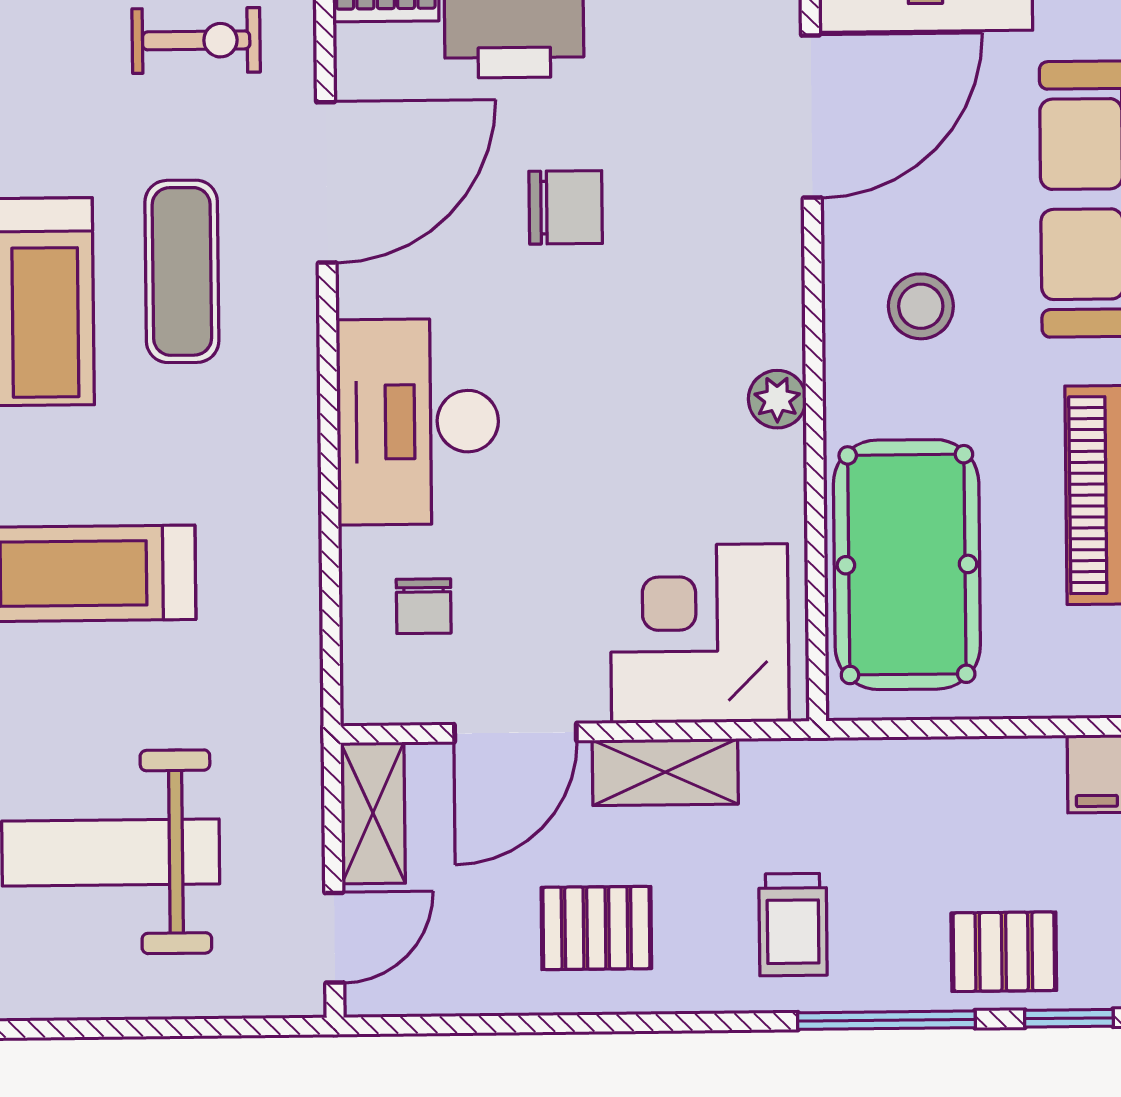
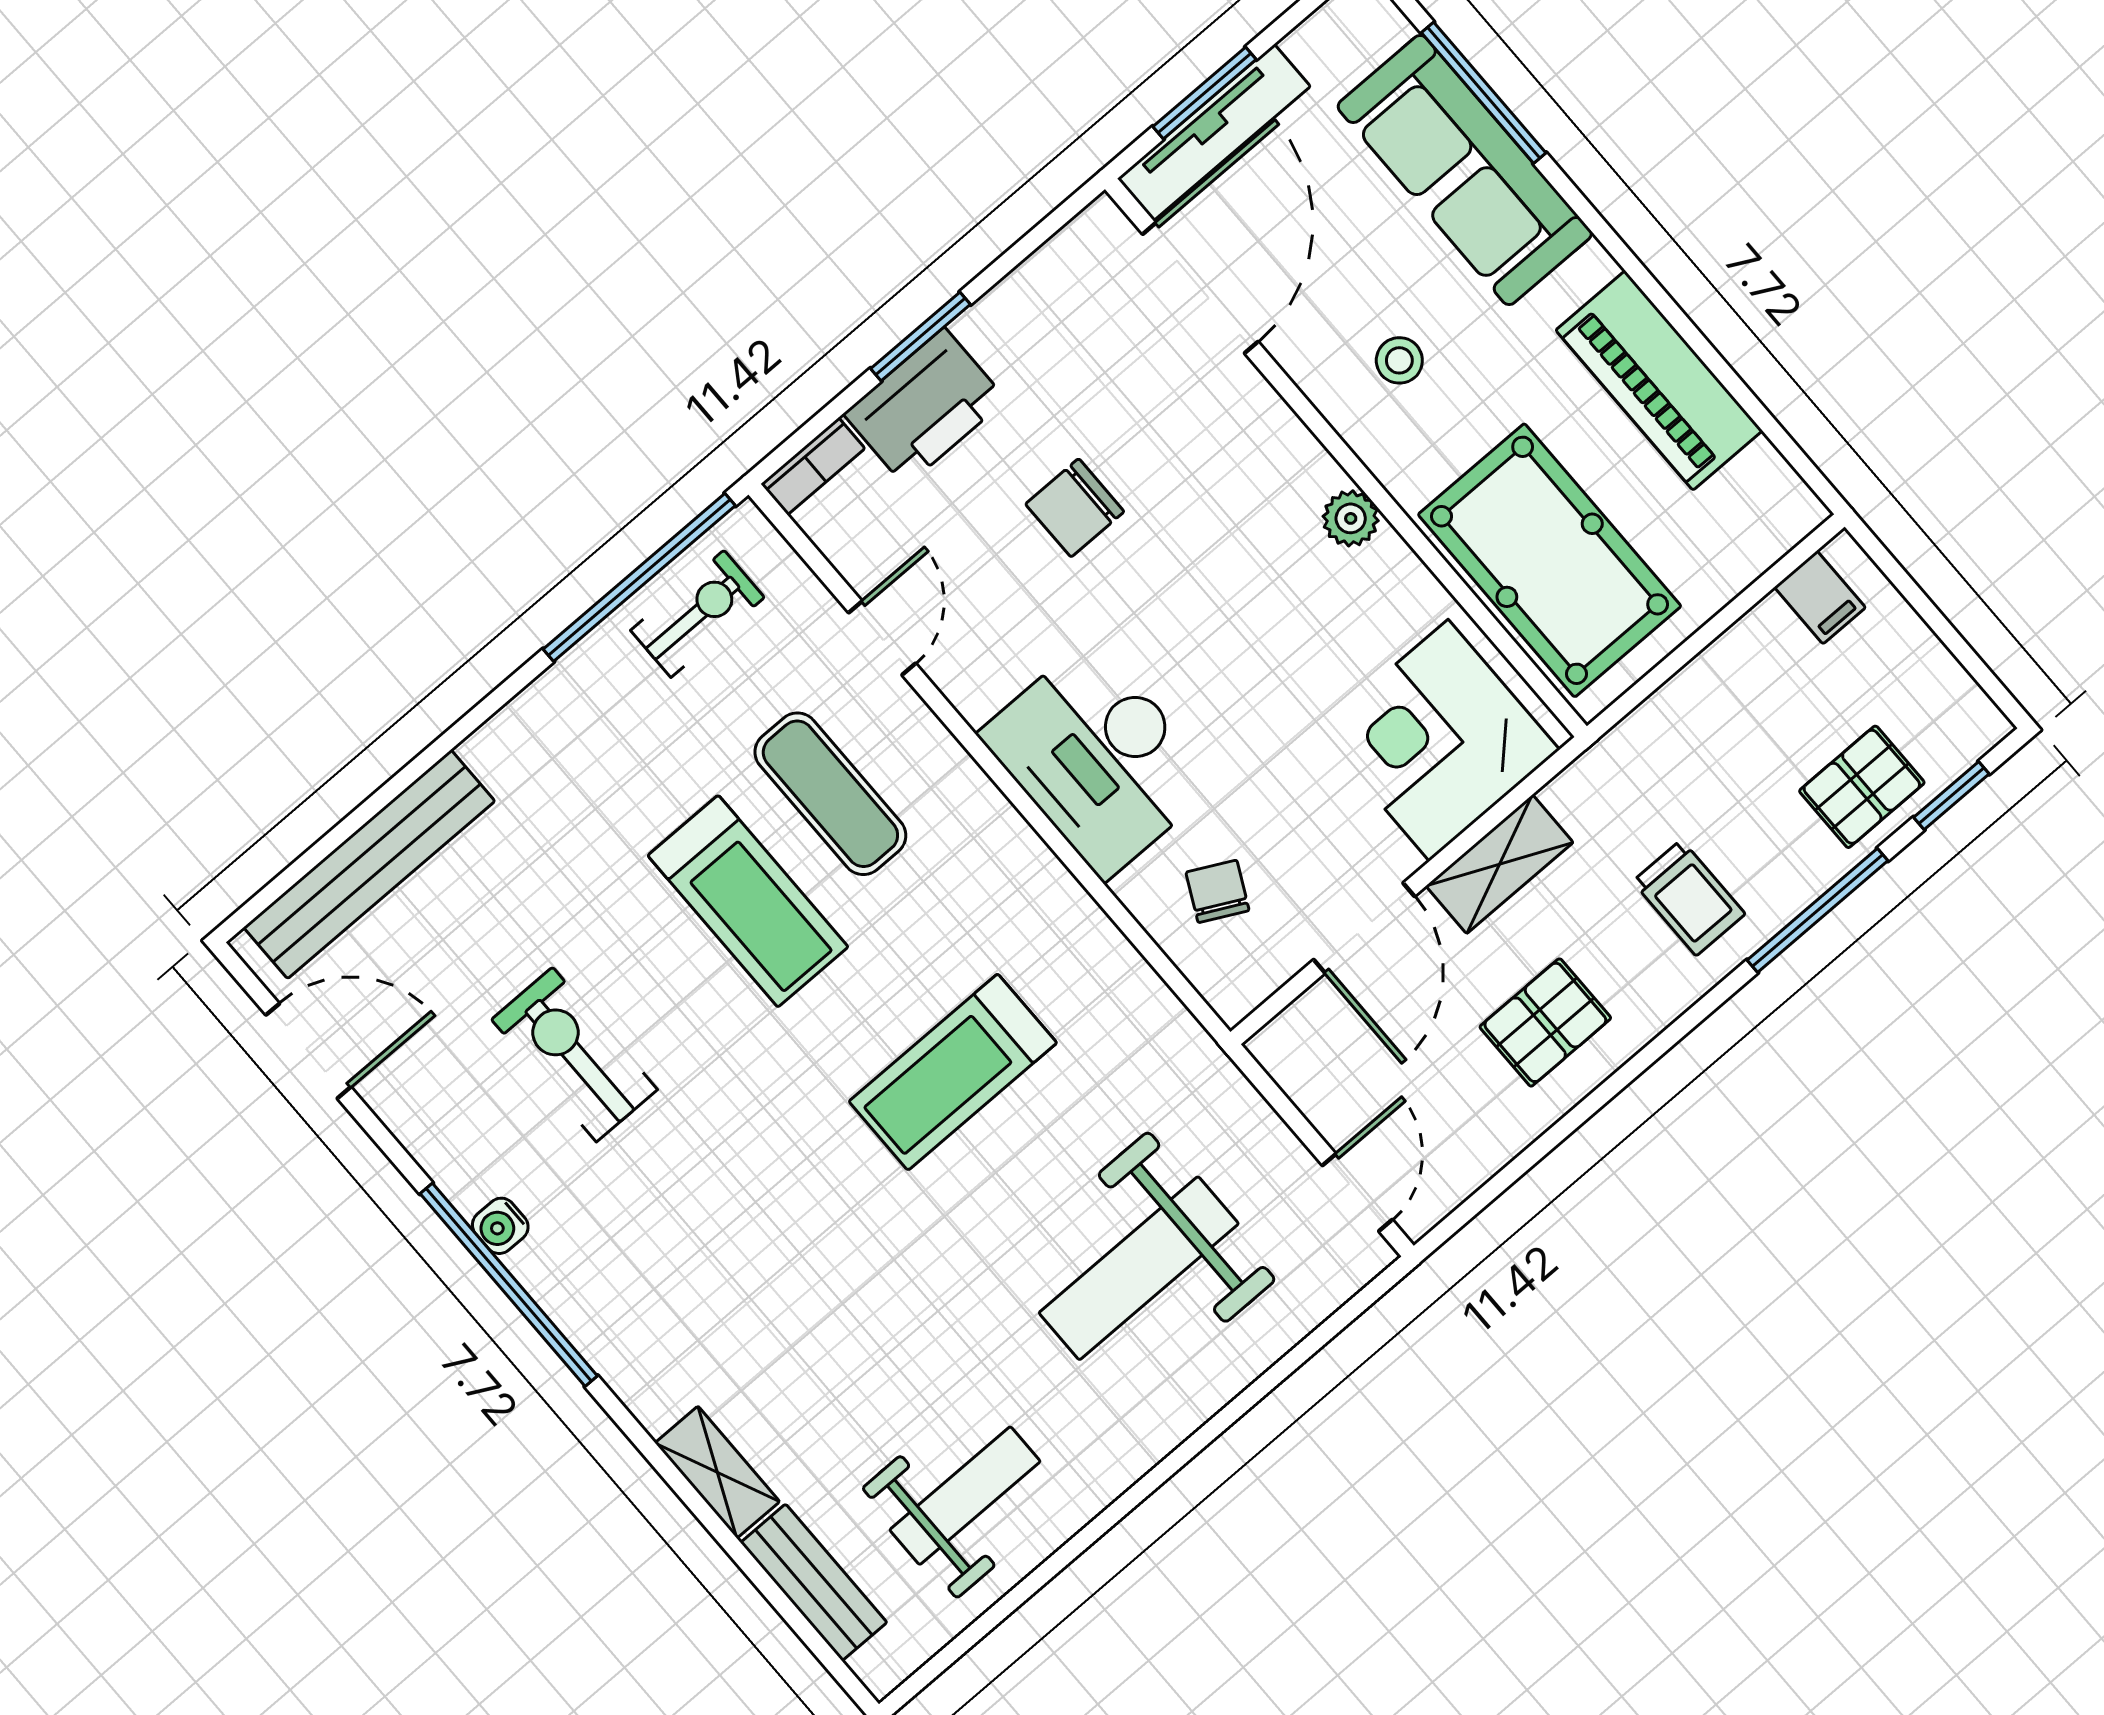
door: (326, 182) -> (882, 638), width x0.53
chair: (566, 207) -> (1075, 508), turned 180
stool: (921, 306) -> (1399, 360), width x0.73, depth x0.73
chair: (424, 606) -> (1217, 891), turned -153
shelving: (373, 813) -> (1308, 1076), removed

